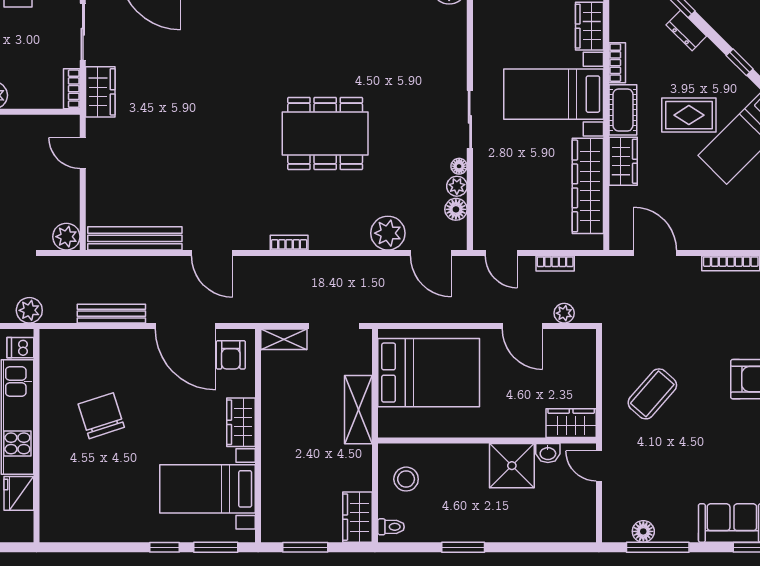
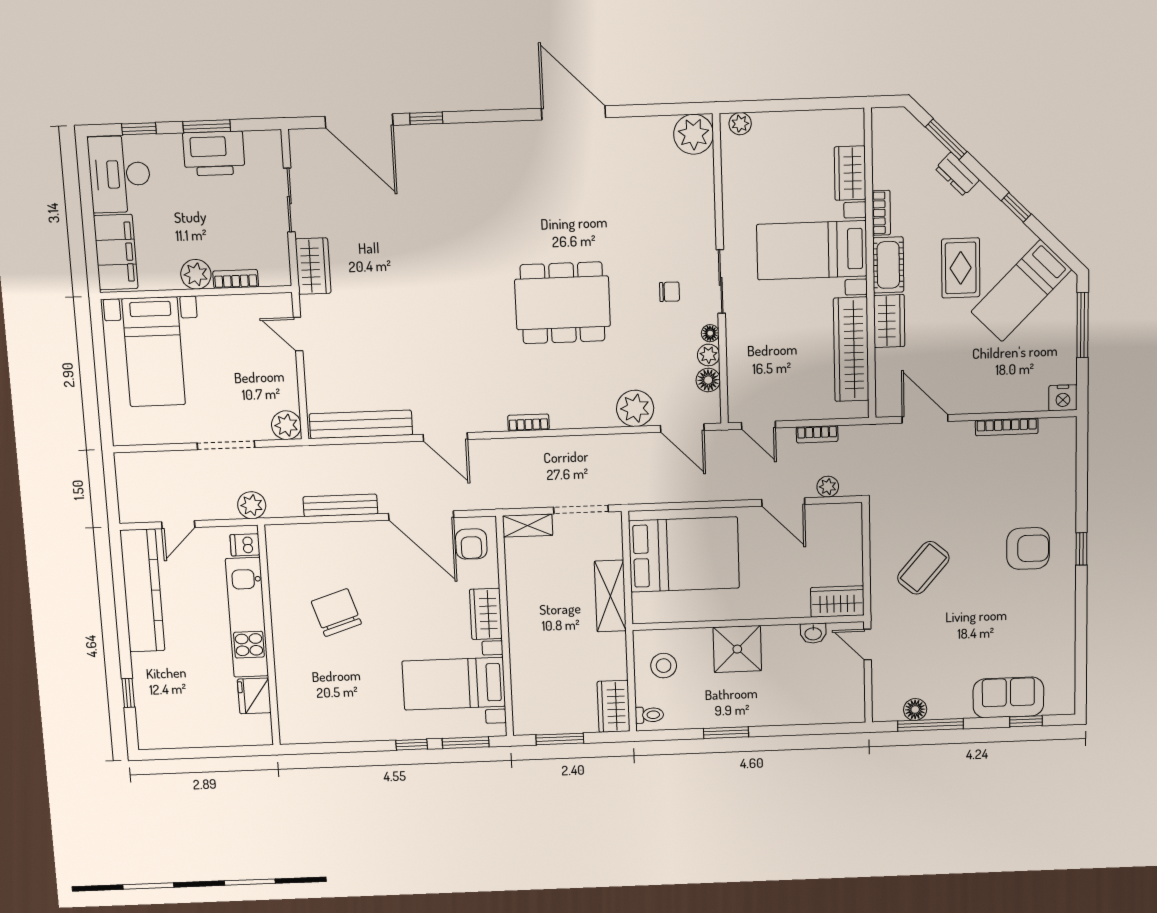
bookcase: (72, 89) -> (236, 279), moved, turned 90
rug: (689, 115) -> (961, 268), turned 90
chair: (423, 127) -> (669, 292), added
shower: (512, 466) -> (737, 649), moved

